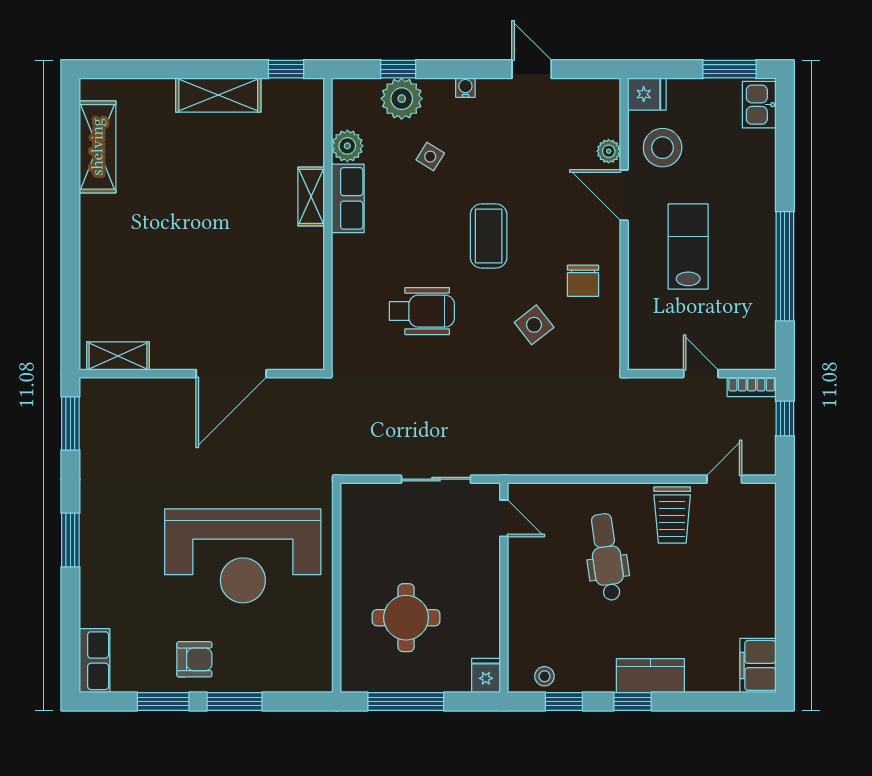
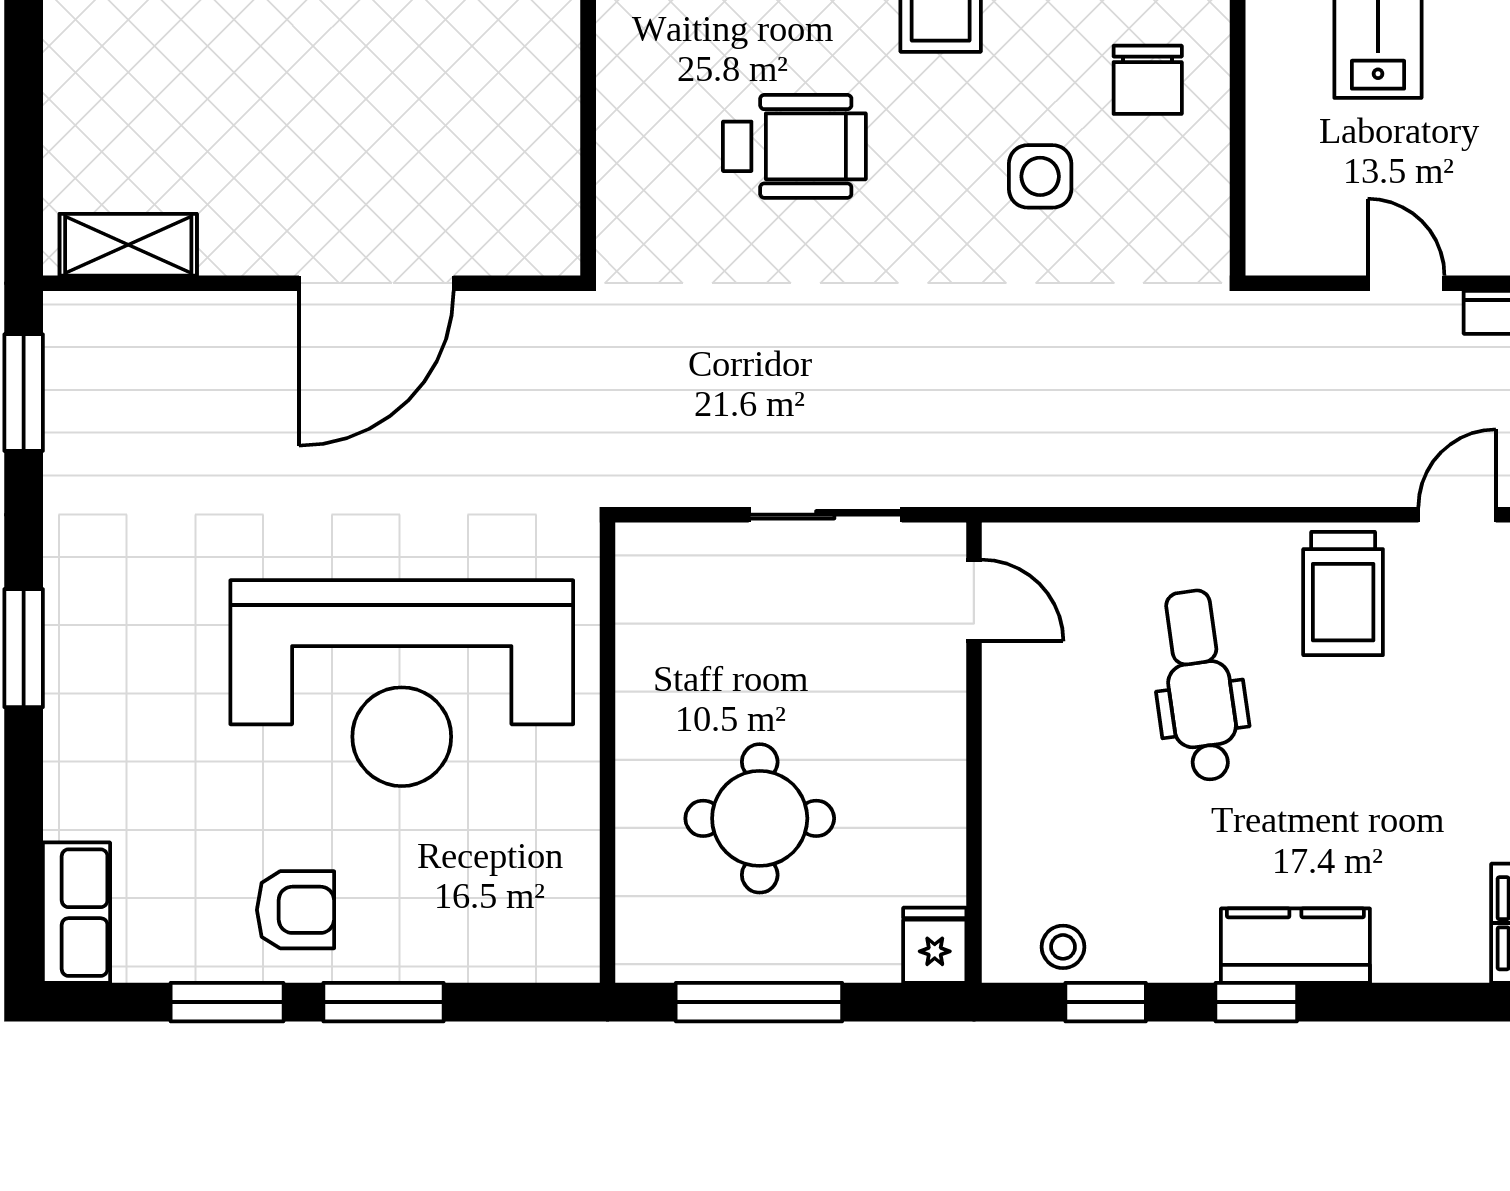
side table: (534, 325) -> (1040, 176), turned 38

